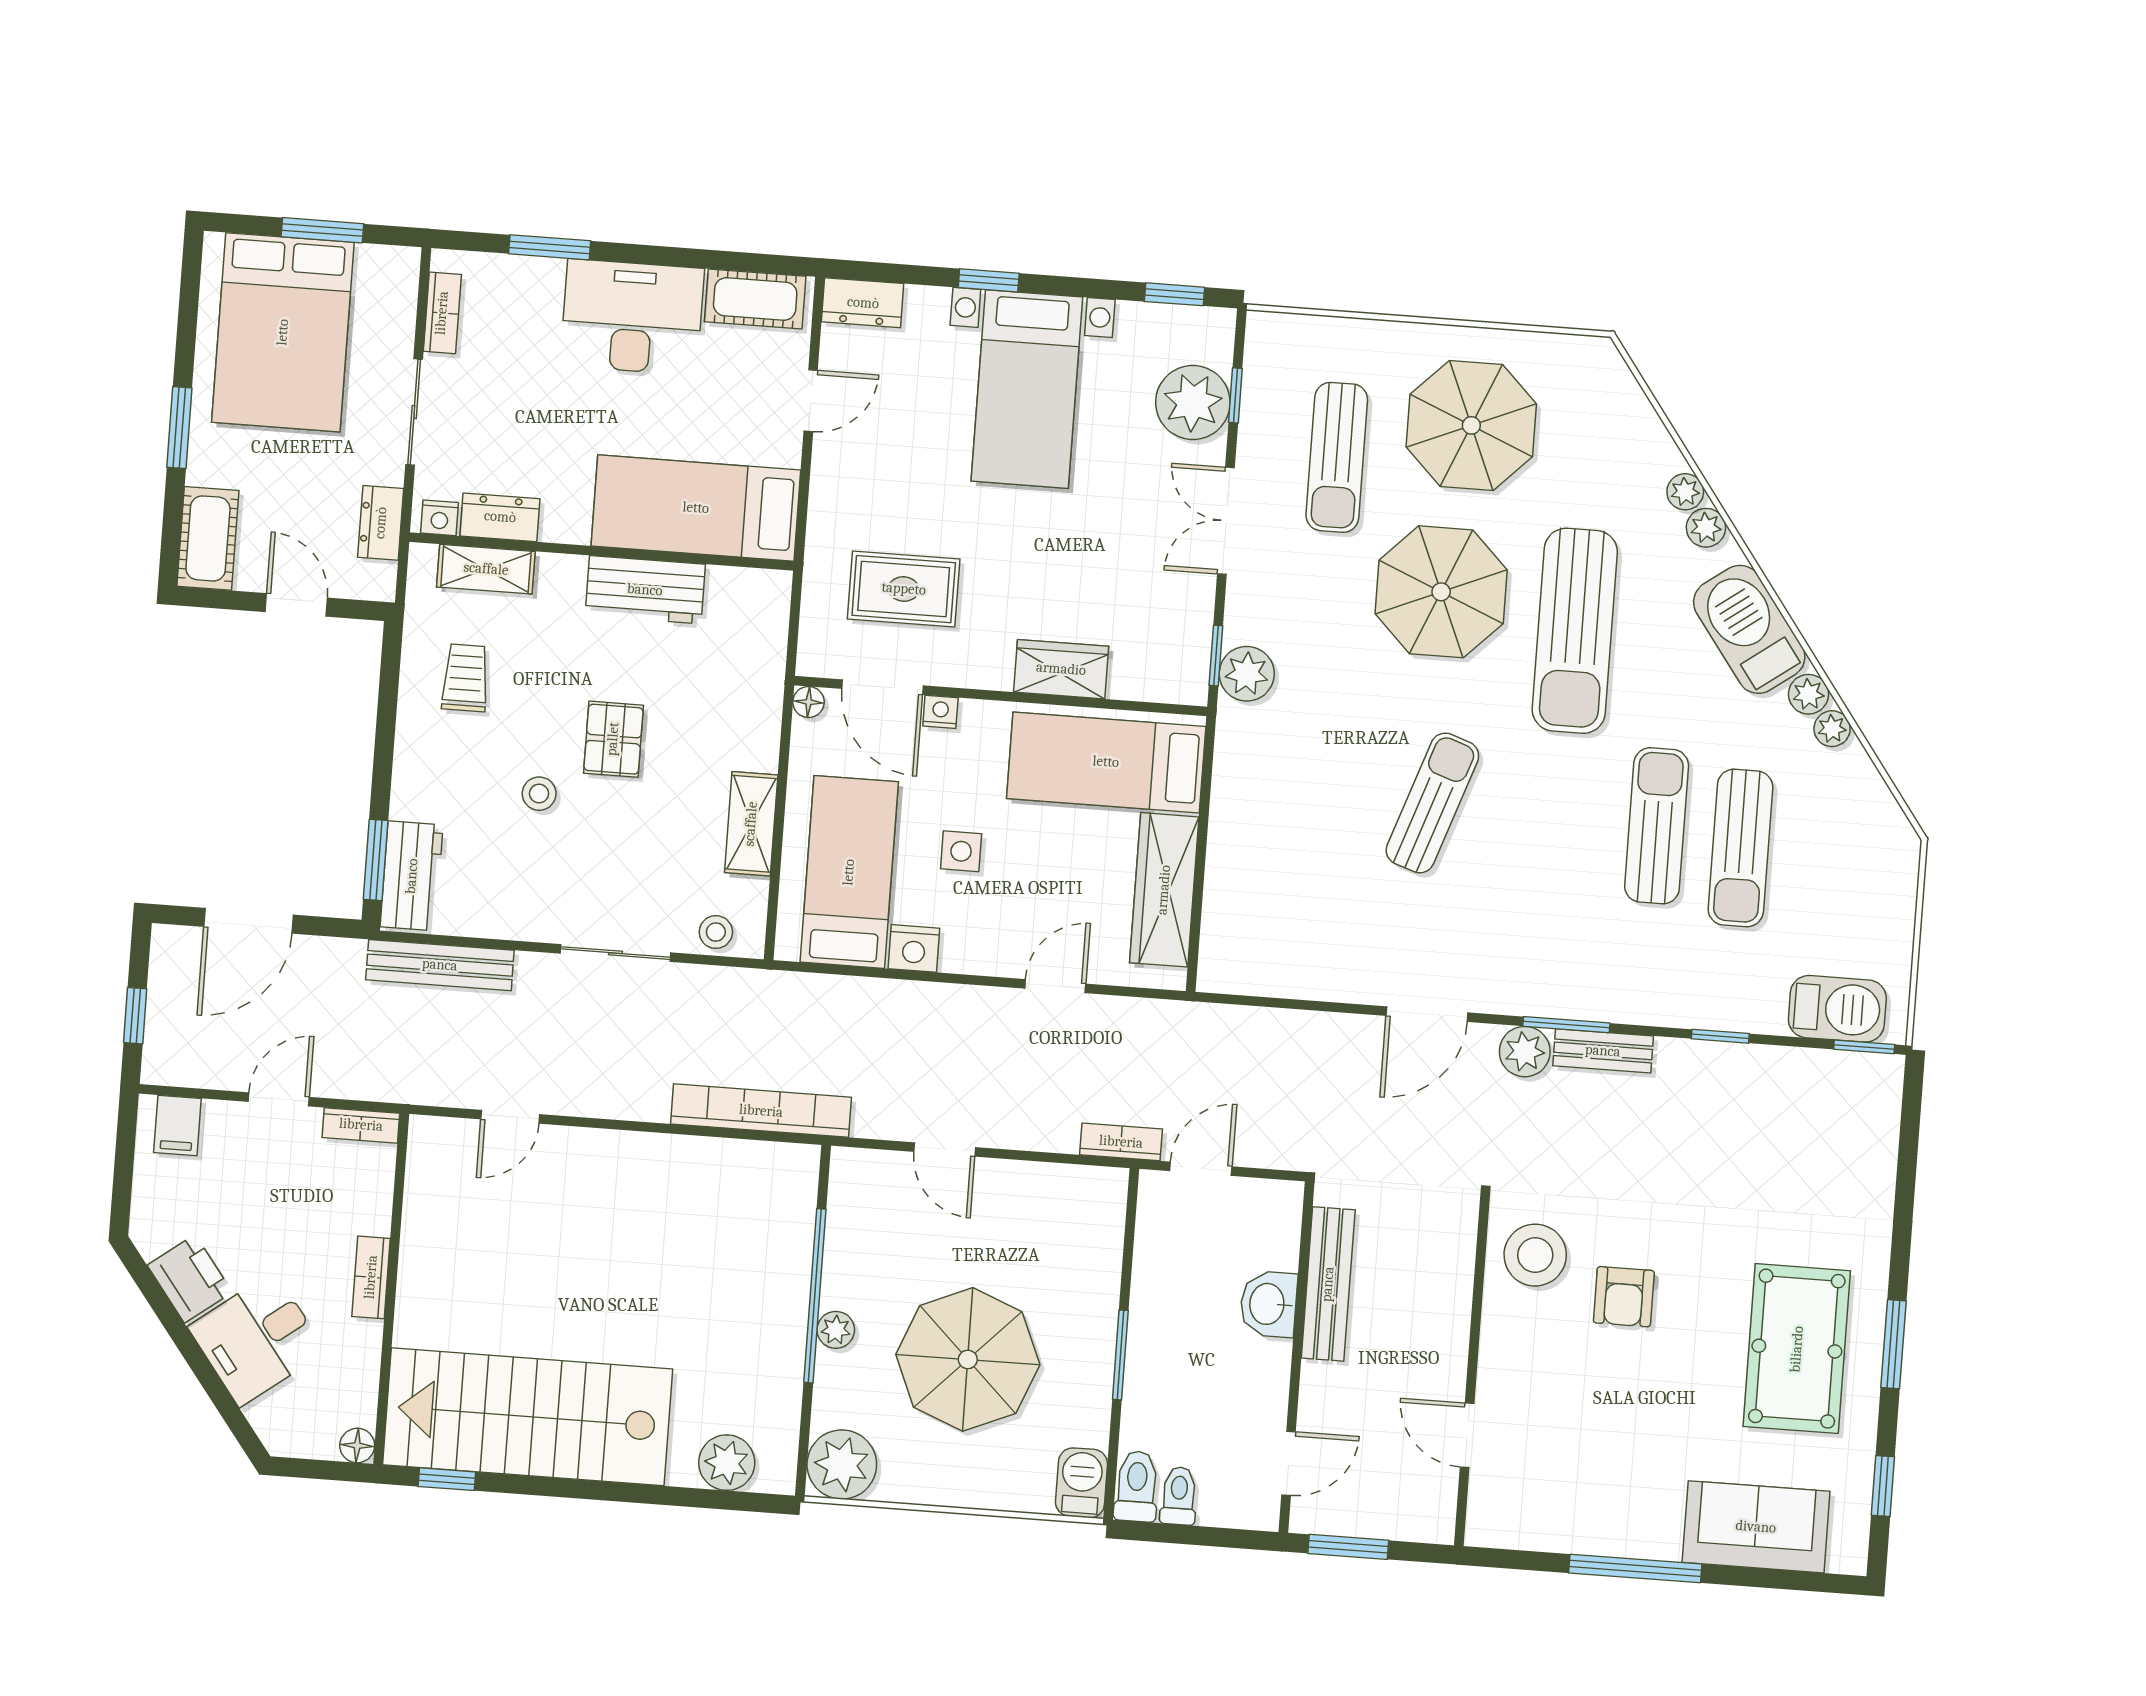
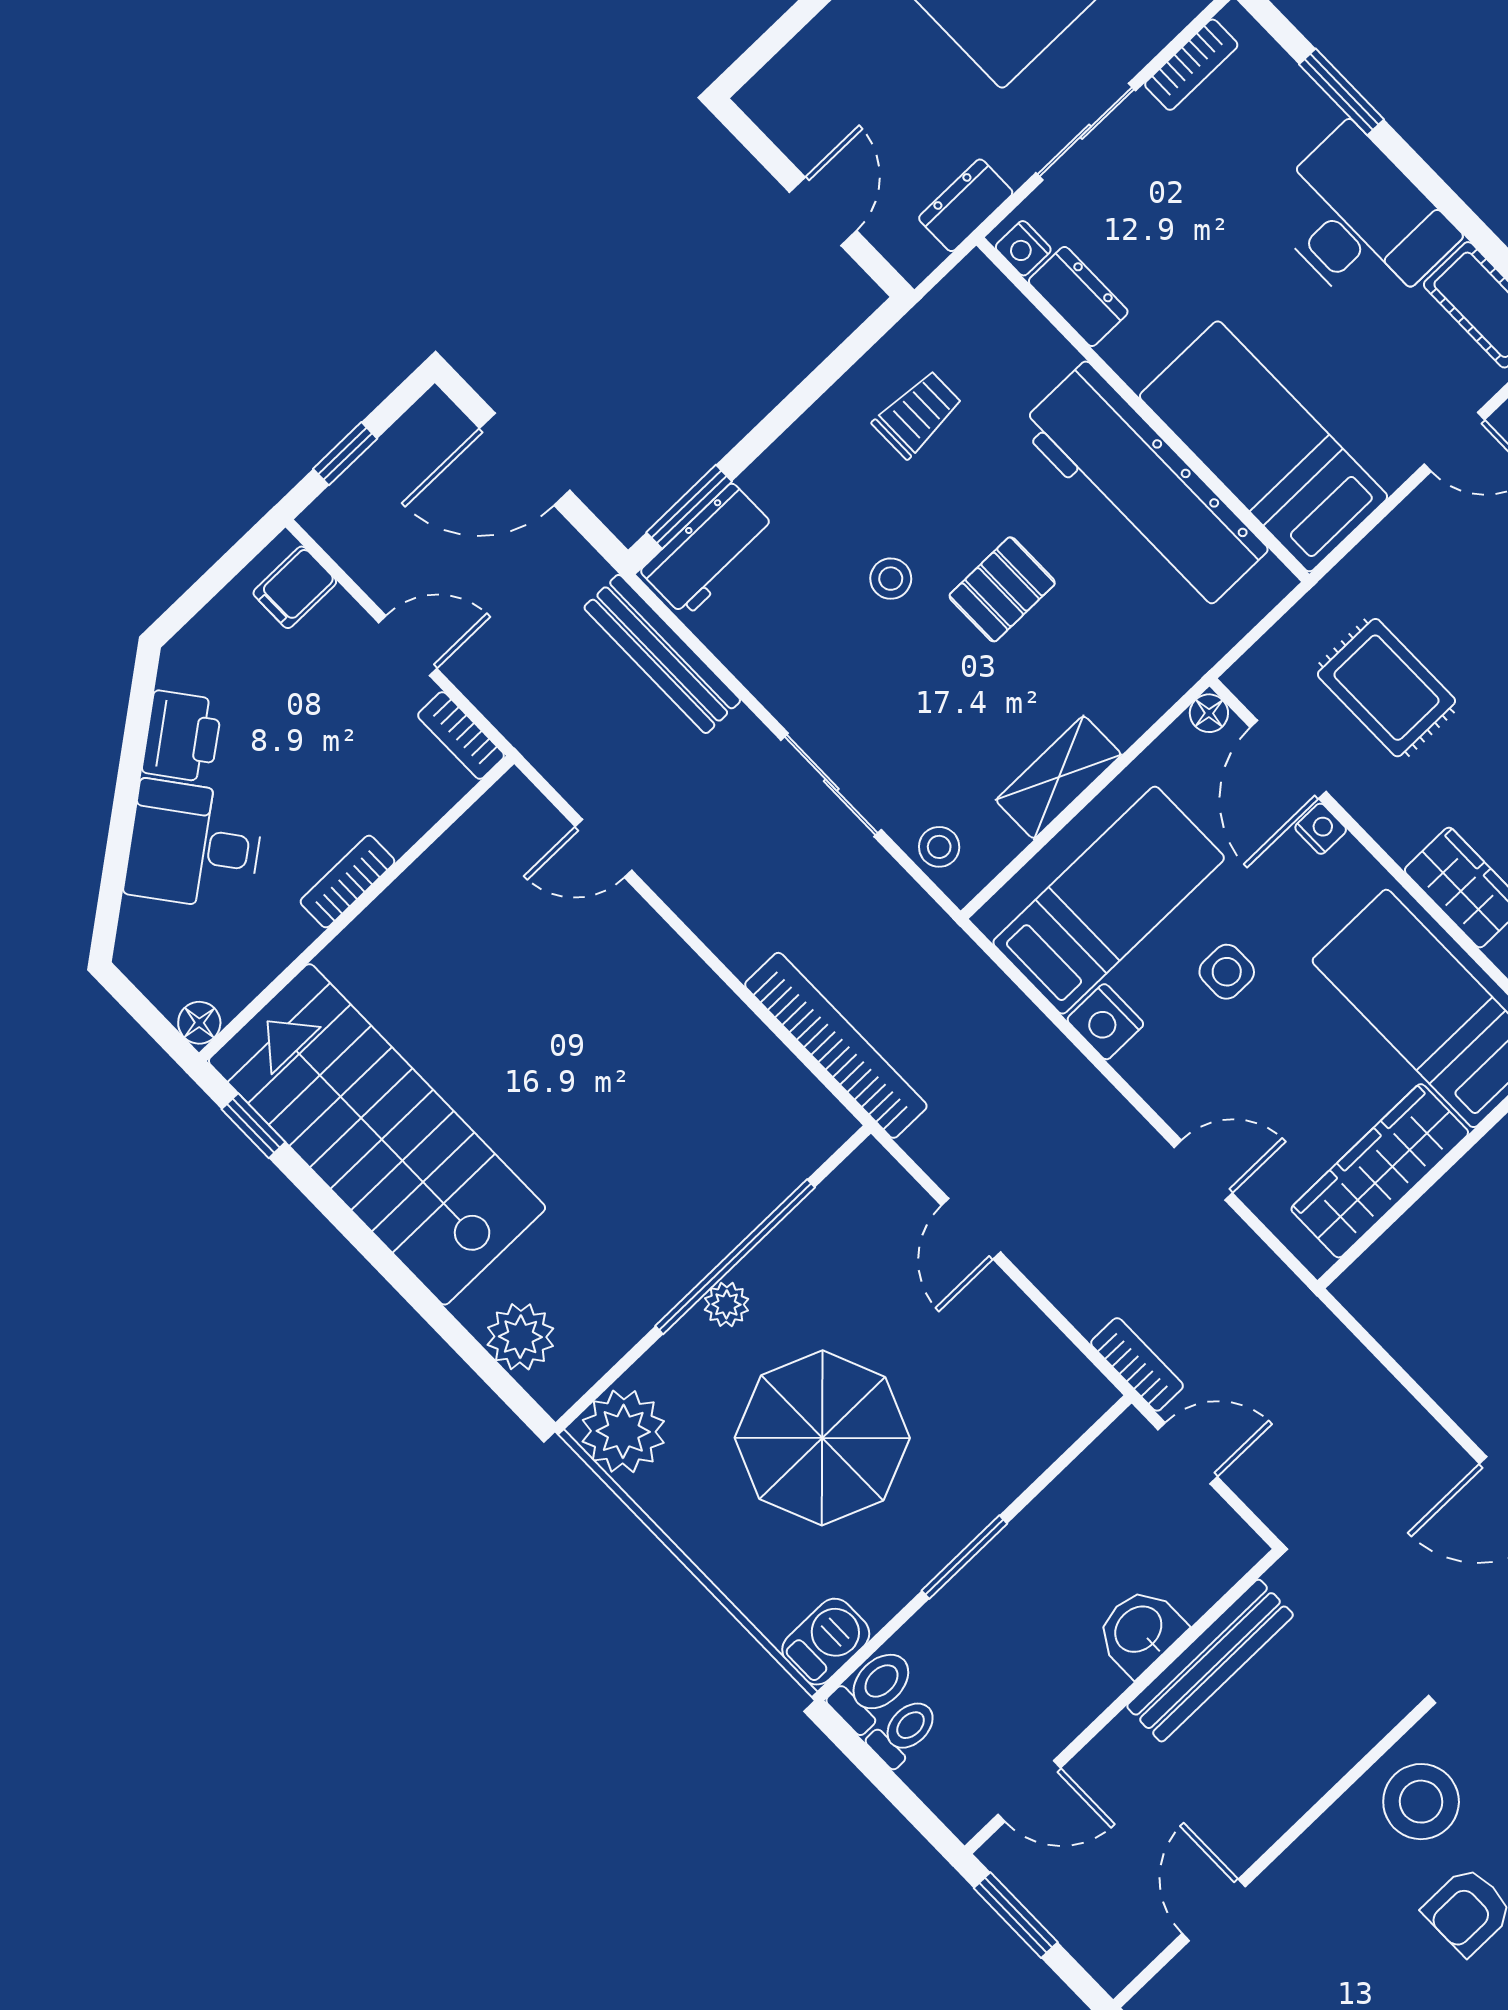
cot: (208, 538) -> (797, 80), removed
shelving: (486, 569) -> (1024, 332), removed
workbench: (645, 590) -> (1143, 488), width x1.88, depth x1.32

